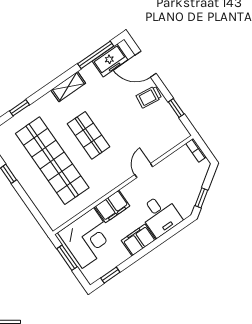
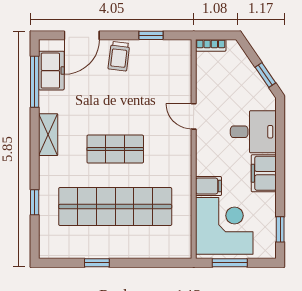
filing cabinet: (112, 206) -> (209, 186), width x0.50

